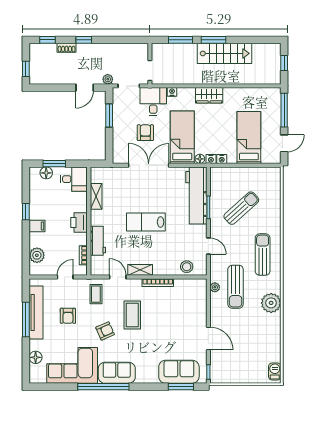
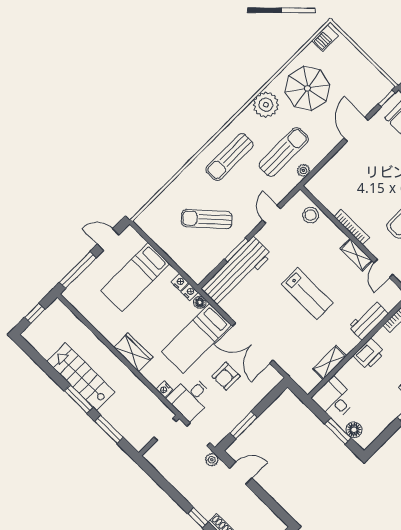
parasol: (257, 334) -> (307, 88), added

